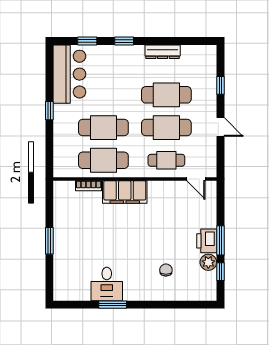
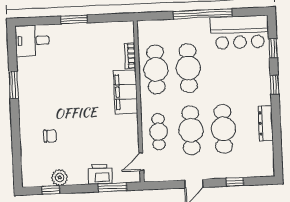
window: (49, 111) -> (203, 14), width x3.17
window: (220, 240) -> (112, 187), moved
printer: (207, 241) -> (100, 174), moved
desk: (107, 284) -> (32, 41), moved

